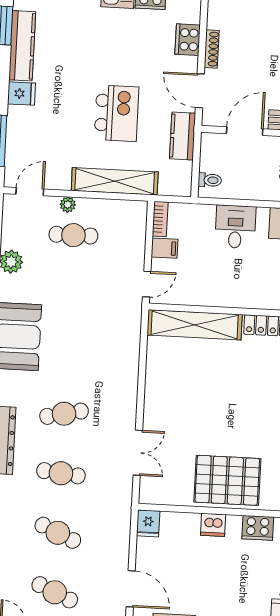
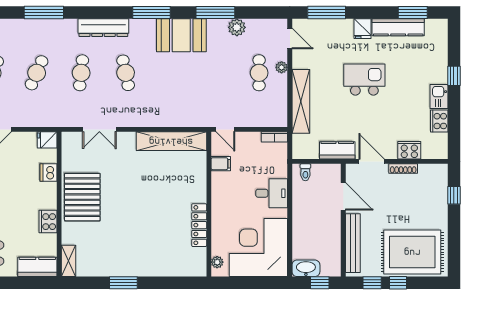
door: (200, 91) -> (372, 161), hinge flipped
kitchen island: (117, 113) -> (364, 80), moved, turned 180
filing cabinet: (165, 248) -> (221, 164), moved, turned -90
shelving: (195, 325) -> (171, 141), moved, turned 90
dishwasher: (213, 525) -> (49, 173), moved

